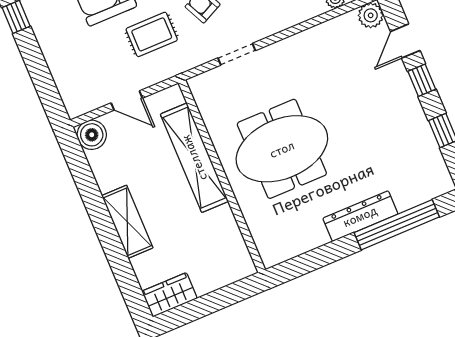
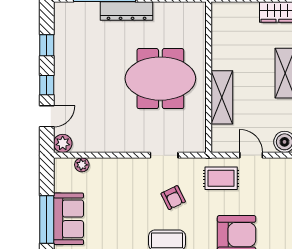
rug: (152, 34) -> (221, 178), moved
shelving: (194, 158) -> (222, 97), width x0.68

